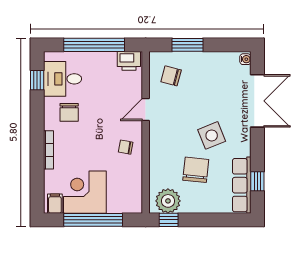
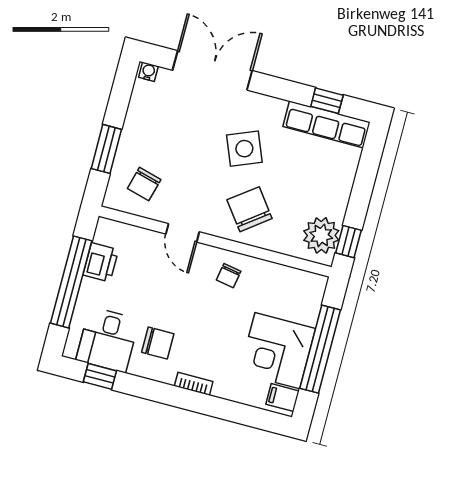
printer: (129, 61) -> (101, 262), moved
bookcase: (49, 150) -> (194, 384), width x0.64
chair: (196, 170) -> (250, 209), moved, turned 47

